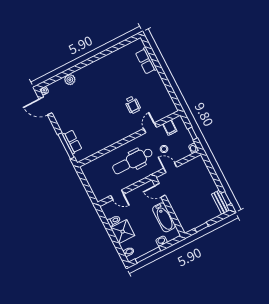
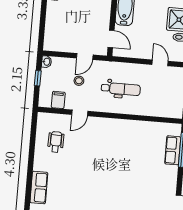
wheelchair: (133, 105) -> (56, 142), moved
dental chair: (133, 161) -> (121, 89), width x0.73, depth x0.72
door: (170, 168) -> (85, 56), hinge flipped

